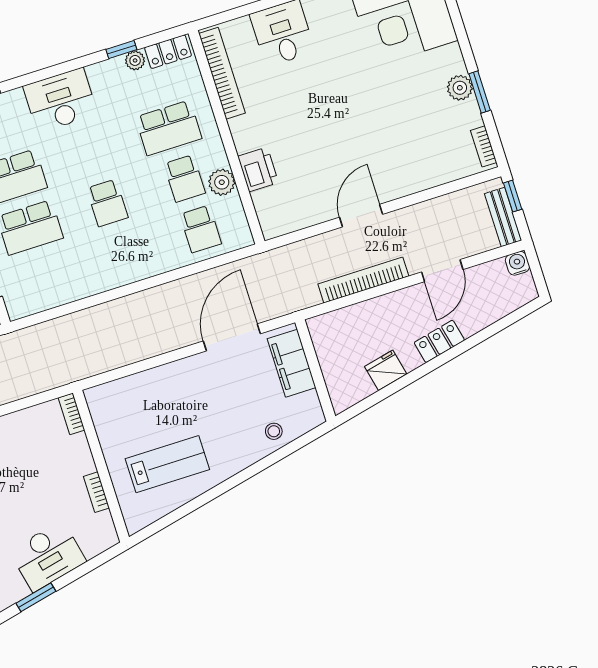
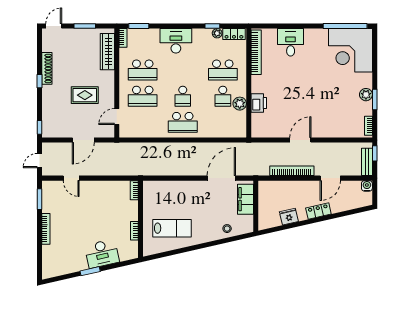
school desk: (201, 229) -> (183, 122), moved, width x1.85

